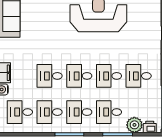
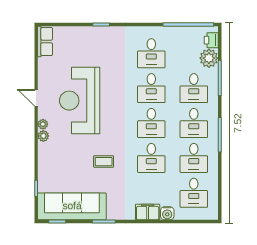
coffee table: (47, 35) -> (104, 162), added

